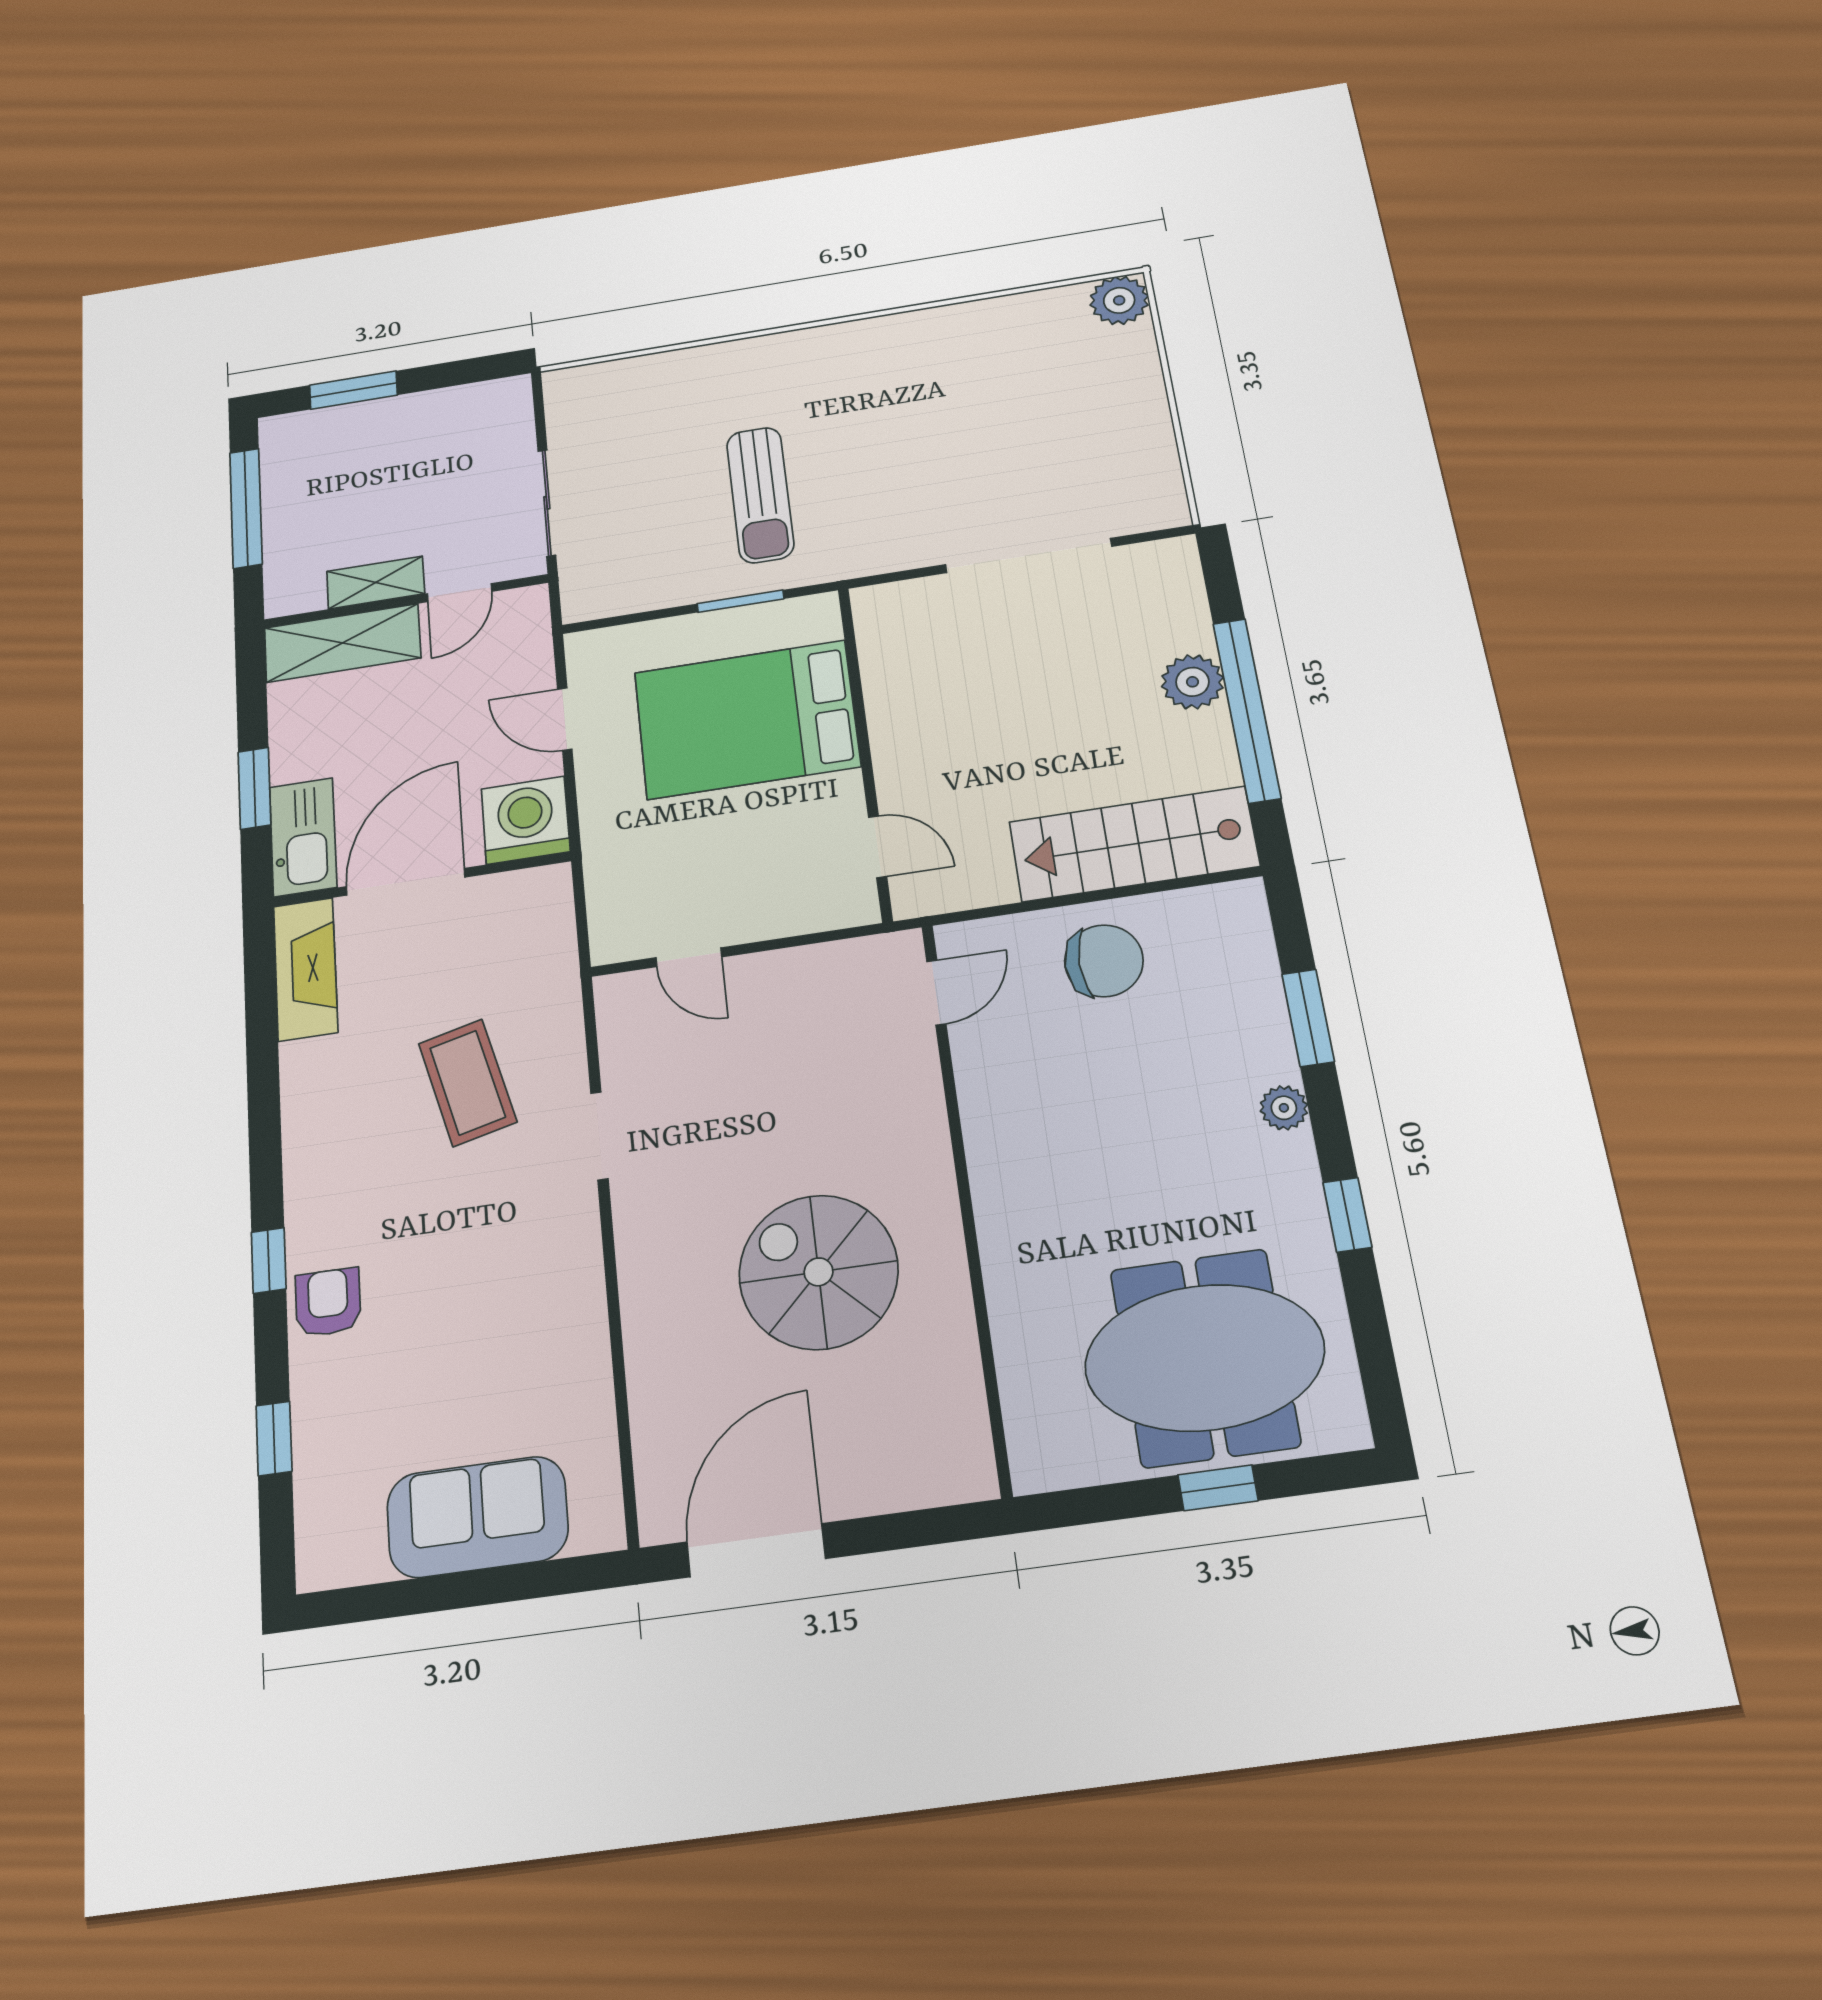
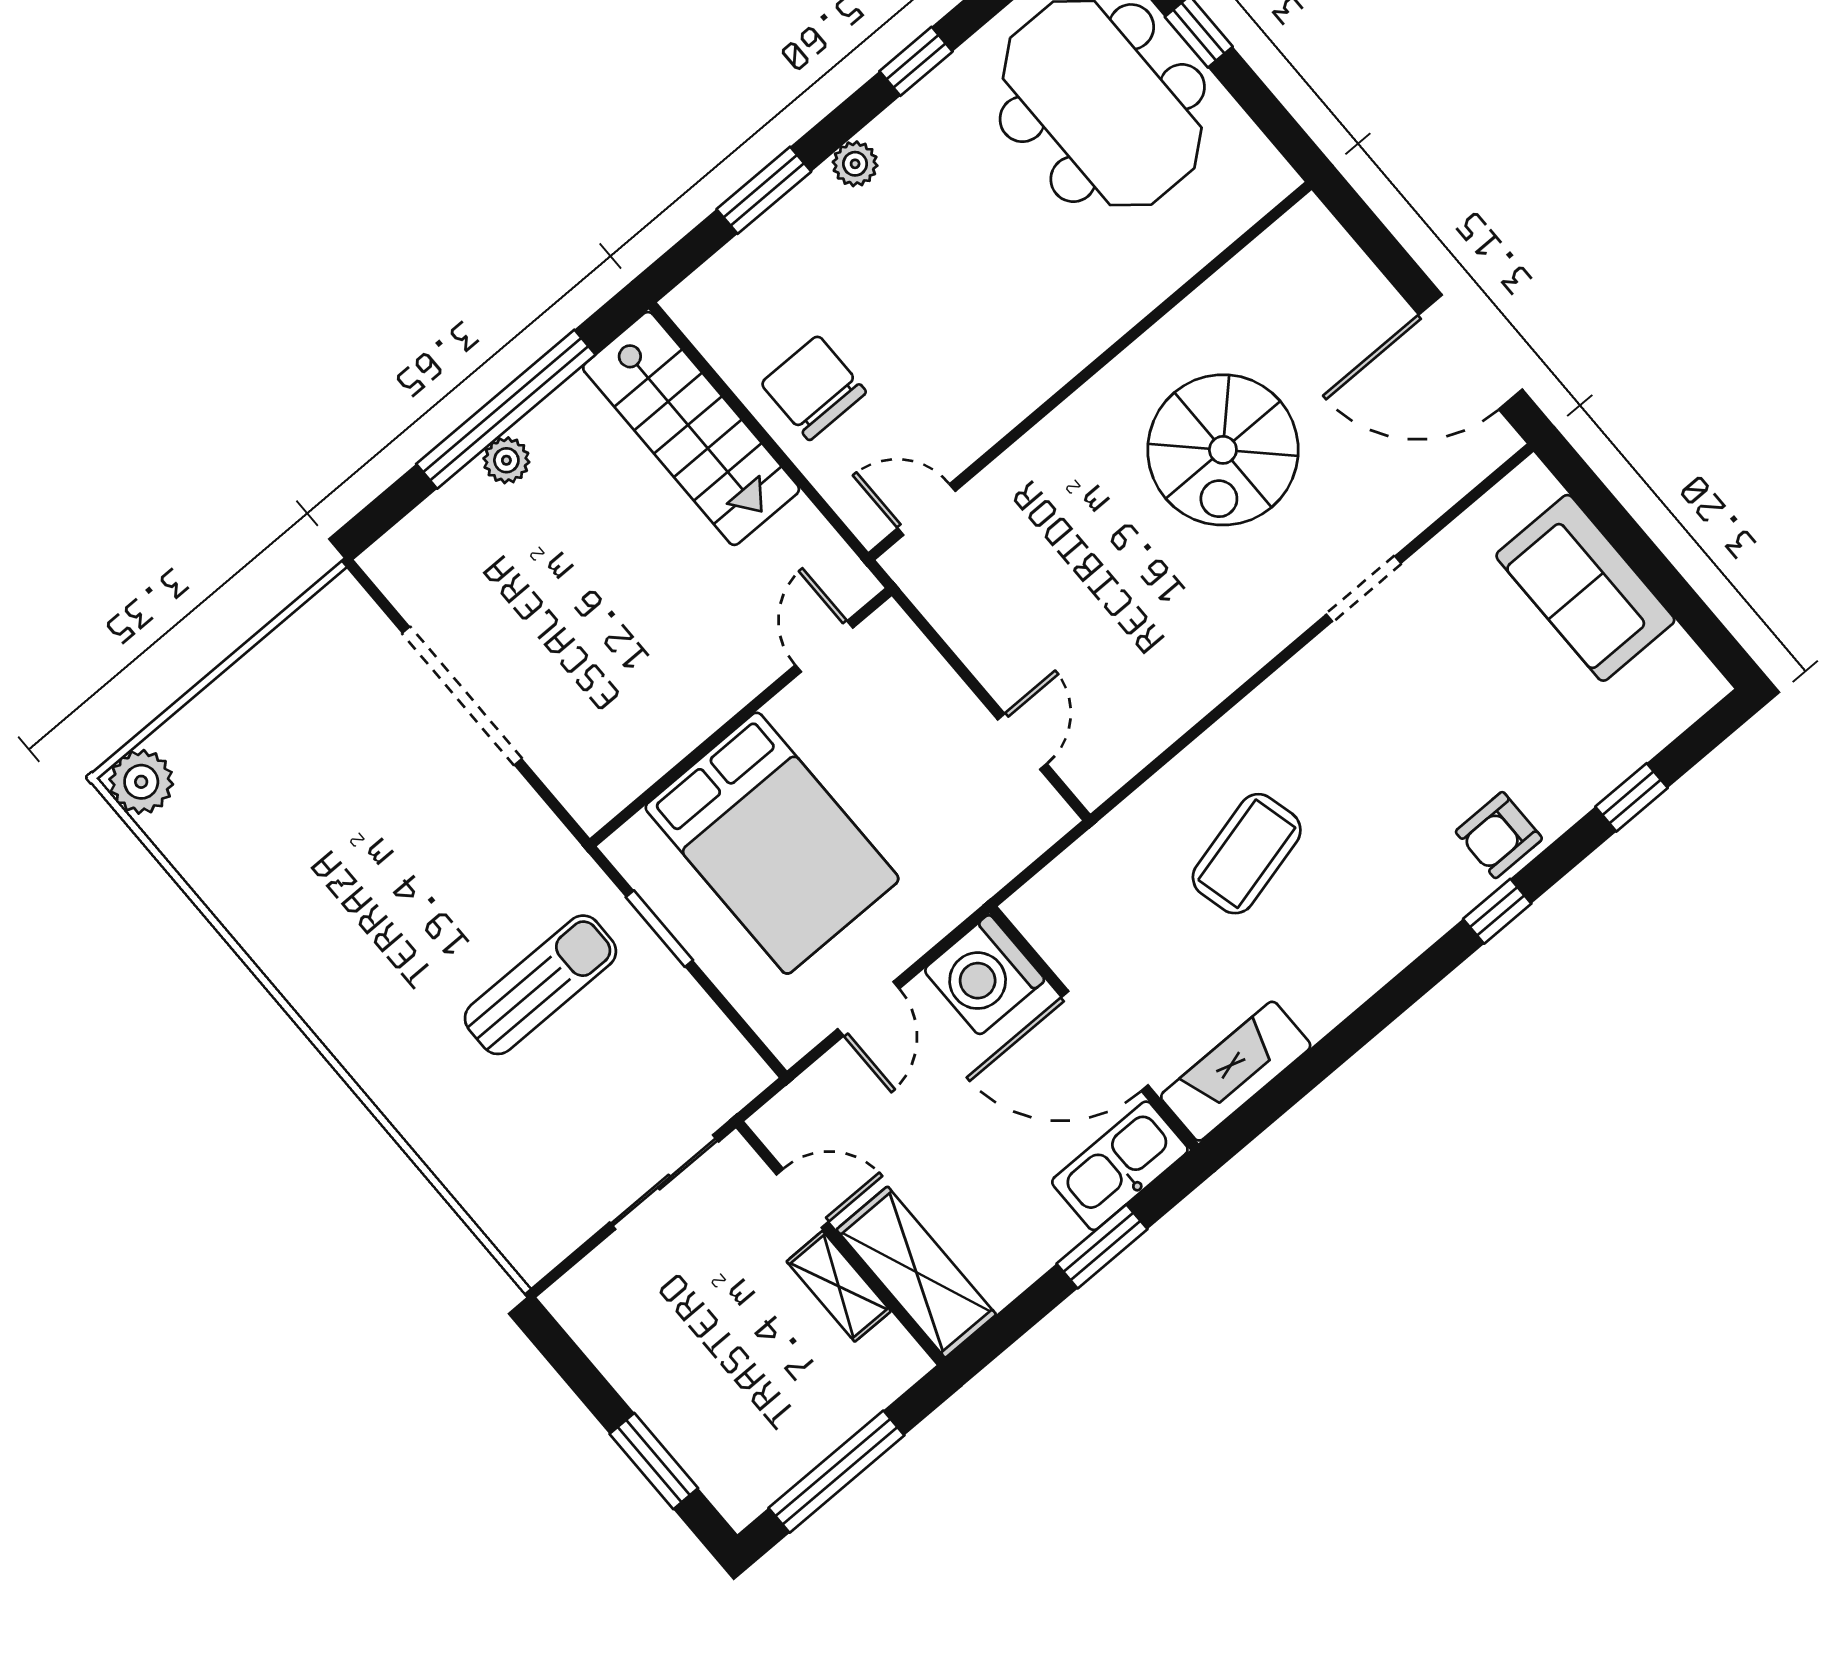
plant: (1192, 682) -> (506, 460), width x0.73, depth x0.73
doorway: (599, 1136) -> (1364, 589), moved

